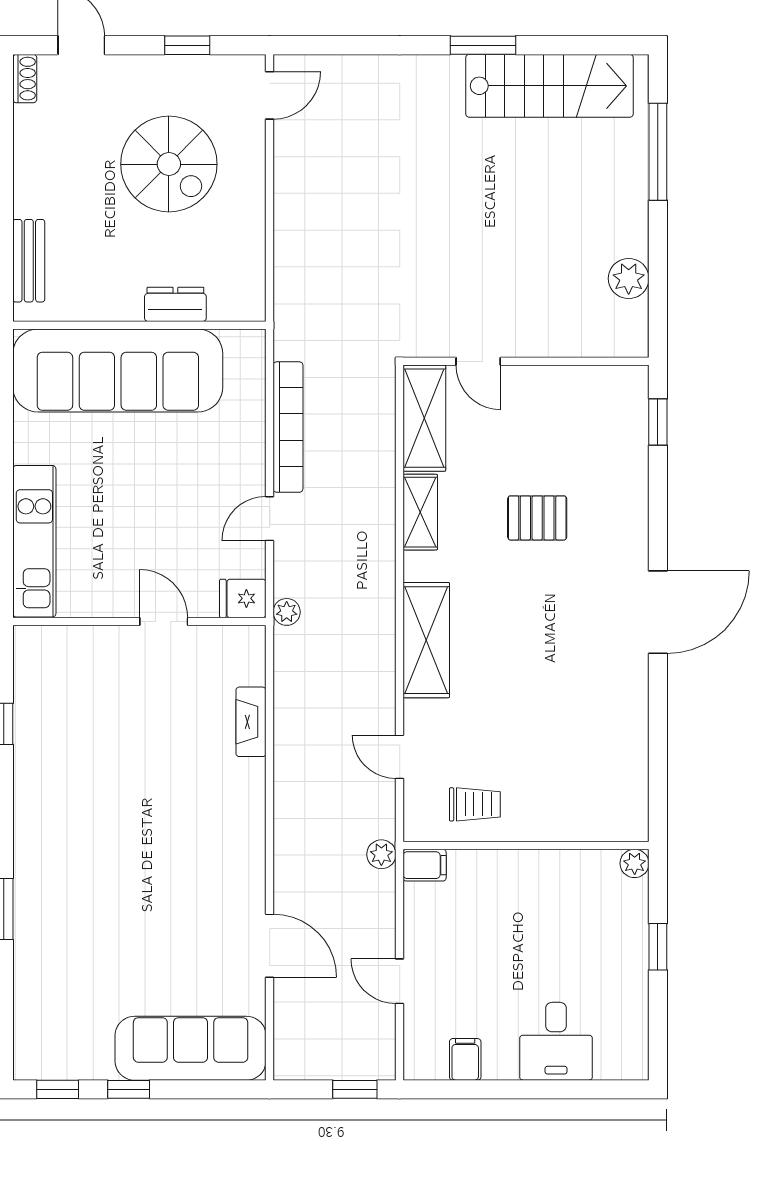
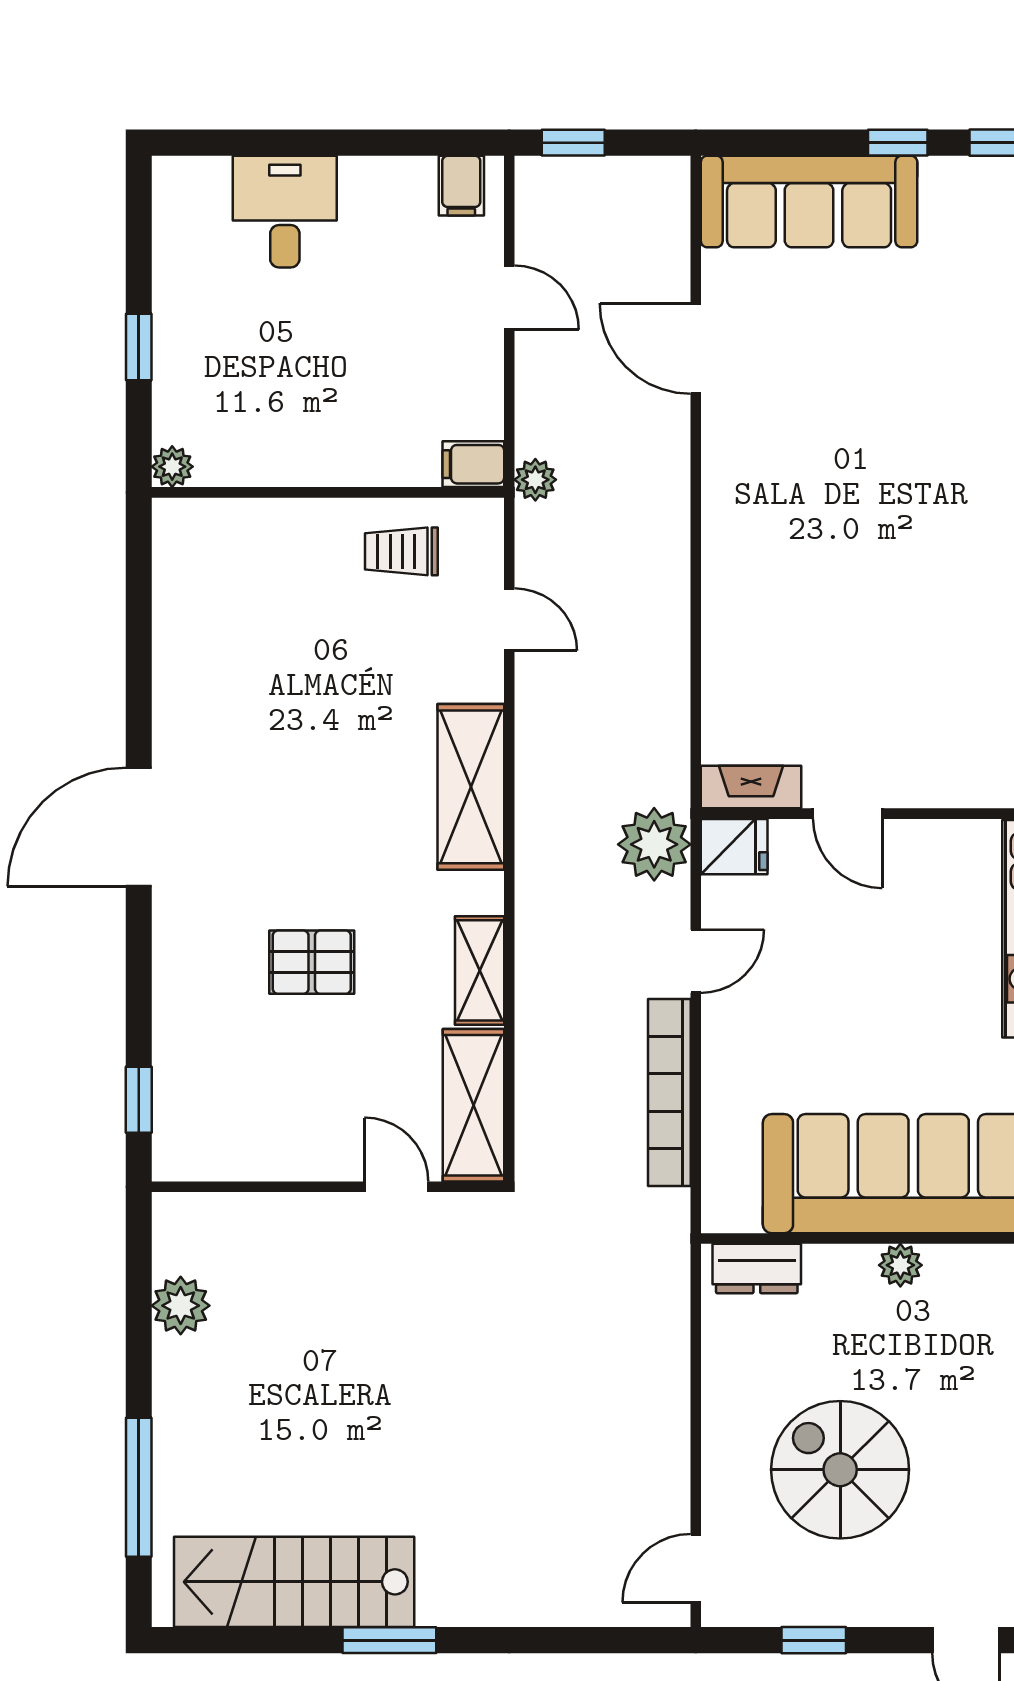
dresser: (175, 304) -> (757, 1269), moved
plant: (127, 307) -> (900, 1265), added
plant: (287, 612) -> (654, 844), width x1.88, depth x1.88
fireplace: (251, 722) -> (751, 787), moved, turned -90
filing cabinet: (465, 1059) -> (461, 186), moved

